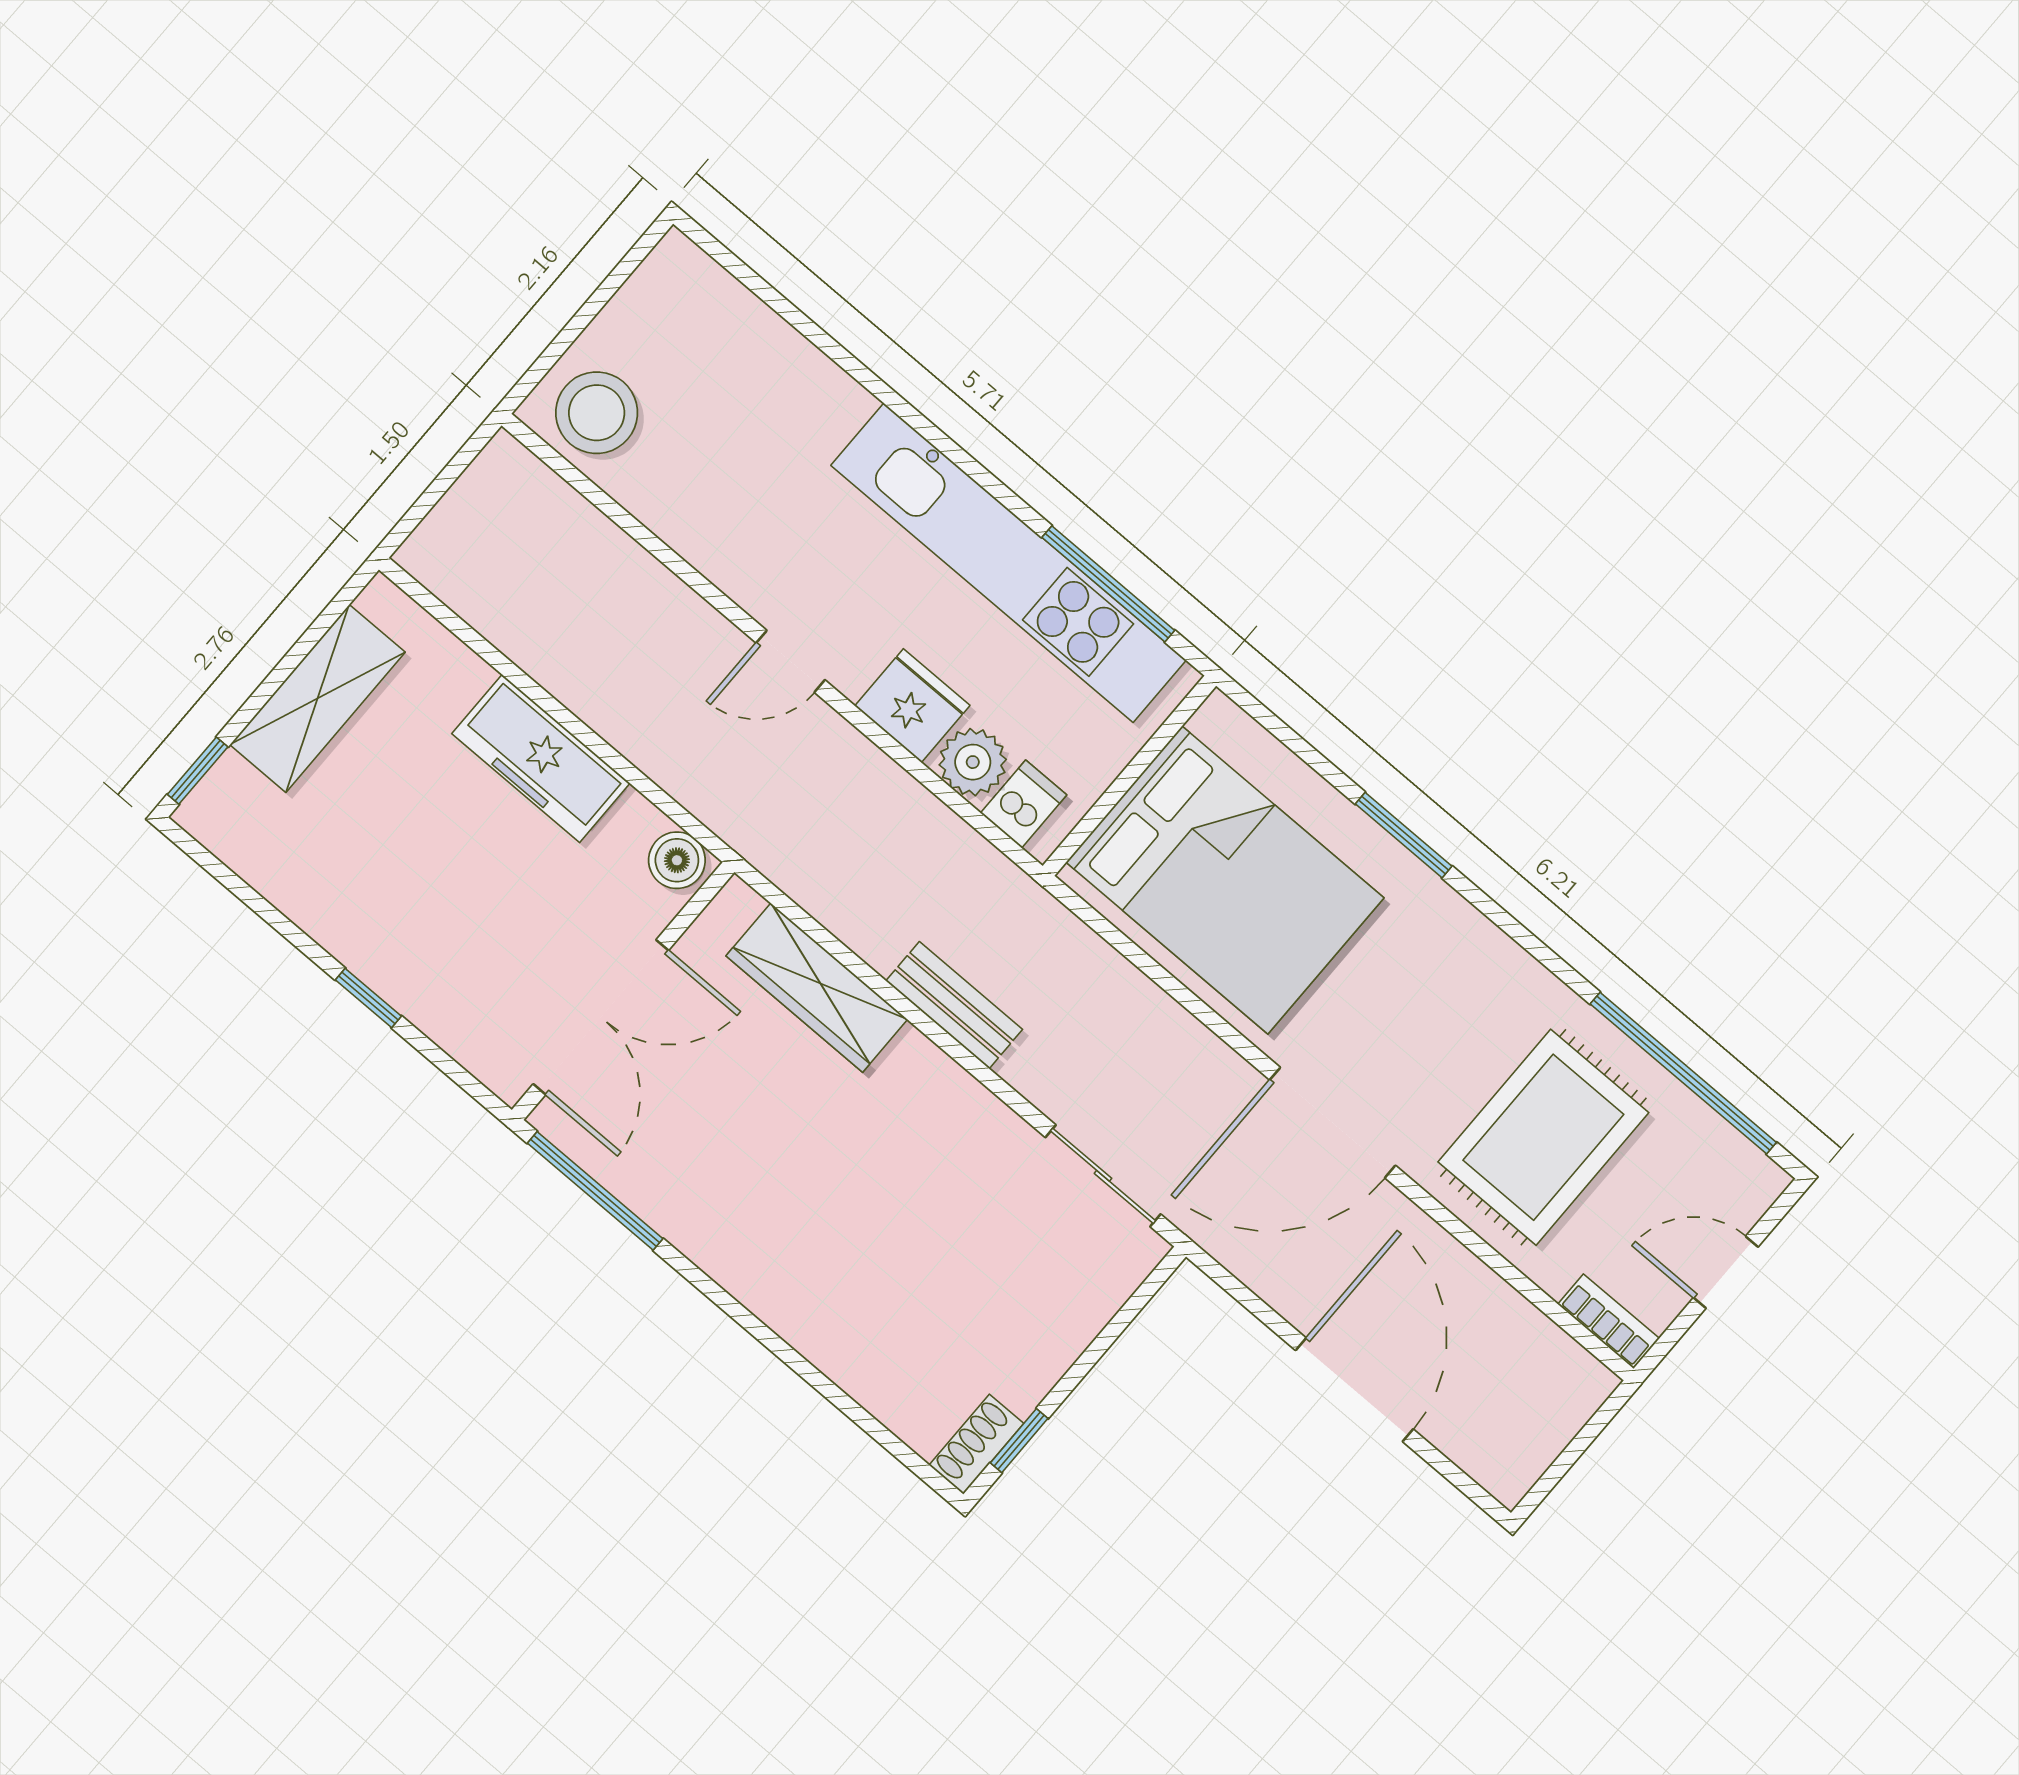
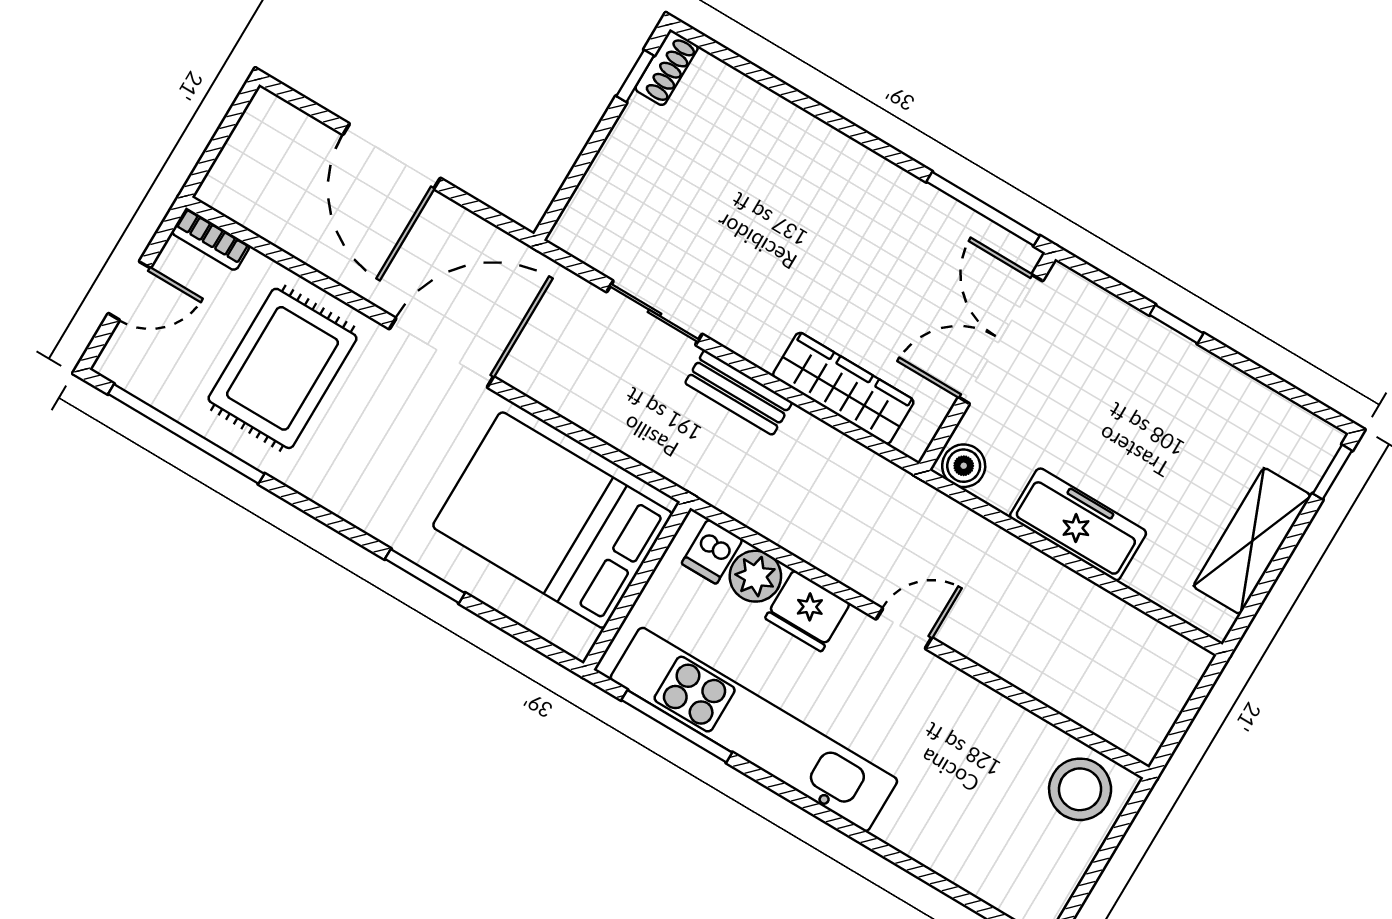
sliding door: (1103, 1176) -> (654, 313), moved

